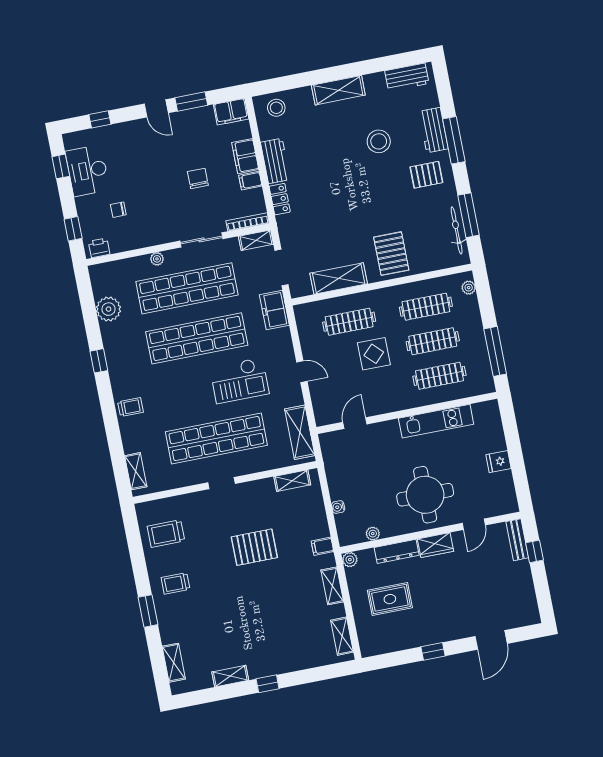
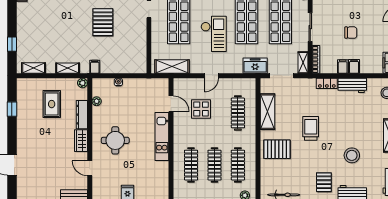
filing cabinet: (245, 156) -> (354, 66), width x0.50
trolley: (351, 210) -> (311, 128), added
display table: (374, 354) -> (201, 109), moved
checkout: (239, 380) -> (214, 34), turned 180
kitchen unit: (436, 421) -> (162, 137), moved
shelving: (292, 481) -> (141, 56), removed
round table: (425, 495) -> (115, 140), width x0.73, depth x0.73
window: (433, 651) -> (12, 109), moved
window: (268, 684) -> (12, 44), moved

